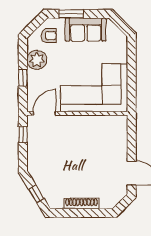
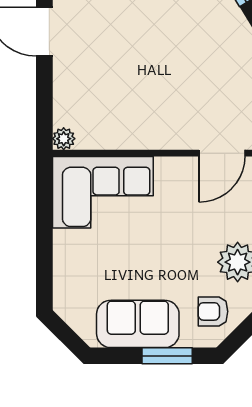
corner sofa: (94, 88) -> (103, 192), width x0.73, depth x0.74
plant: (122, 120) -> (64, 139), added

